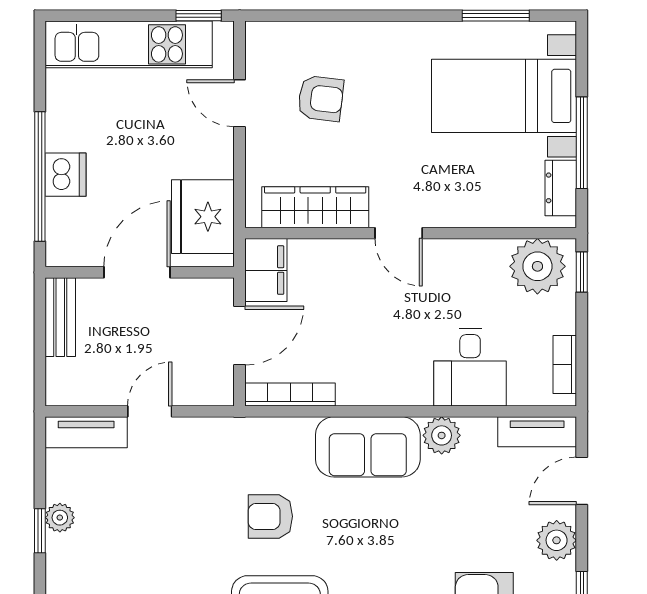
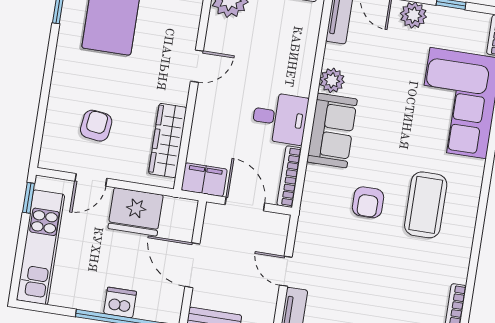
fridge: (203, 217) -> (136, 212), moved
door: (399, 233) -> (197, 66), moved
desk: (470, 367) -> (280, 118), moved

